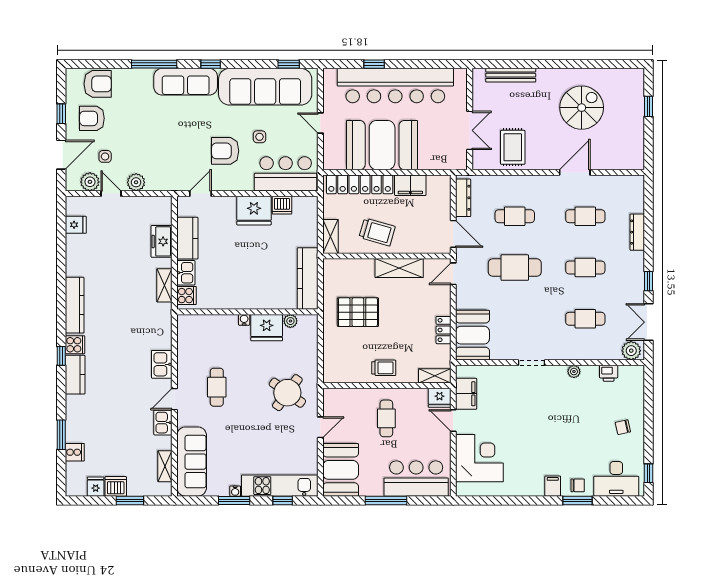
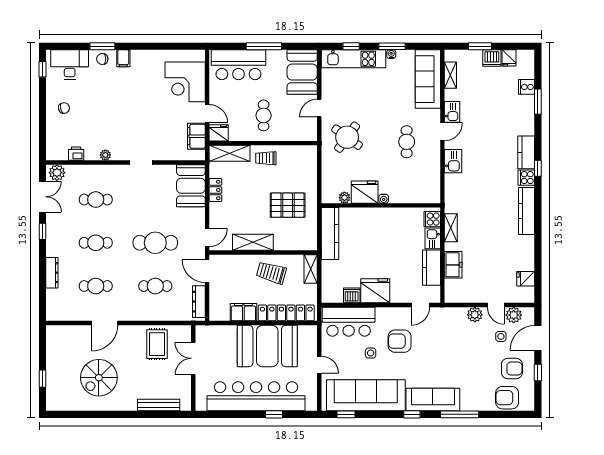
armchair: (225, 151) -> (400, 341), turned 180
shelving: (435, 376) -> (230, 153), width x1.50, depth x1.33

